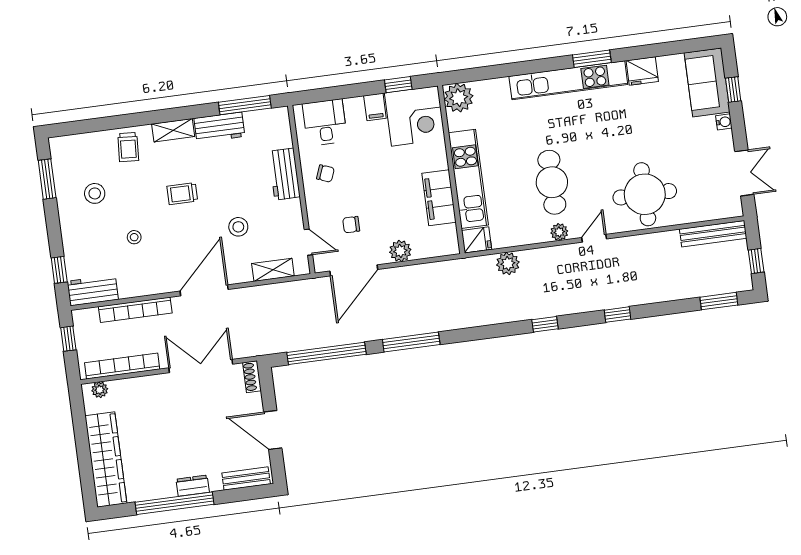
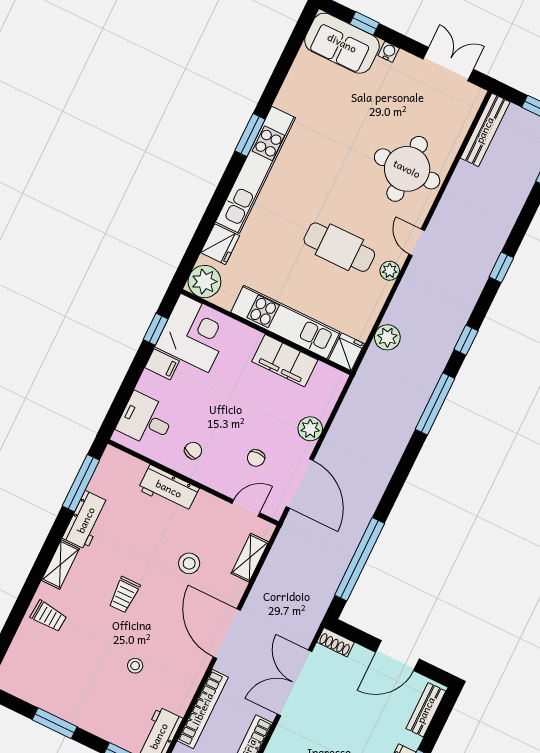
fridge: (642, 71) -> (220, 244), moved
window: (47, 179) -> (55, 723), moved
stool: (95, 193) -> (71, 675), removed
window: (411, 342) -> (435, 404), moved

